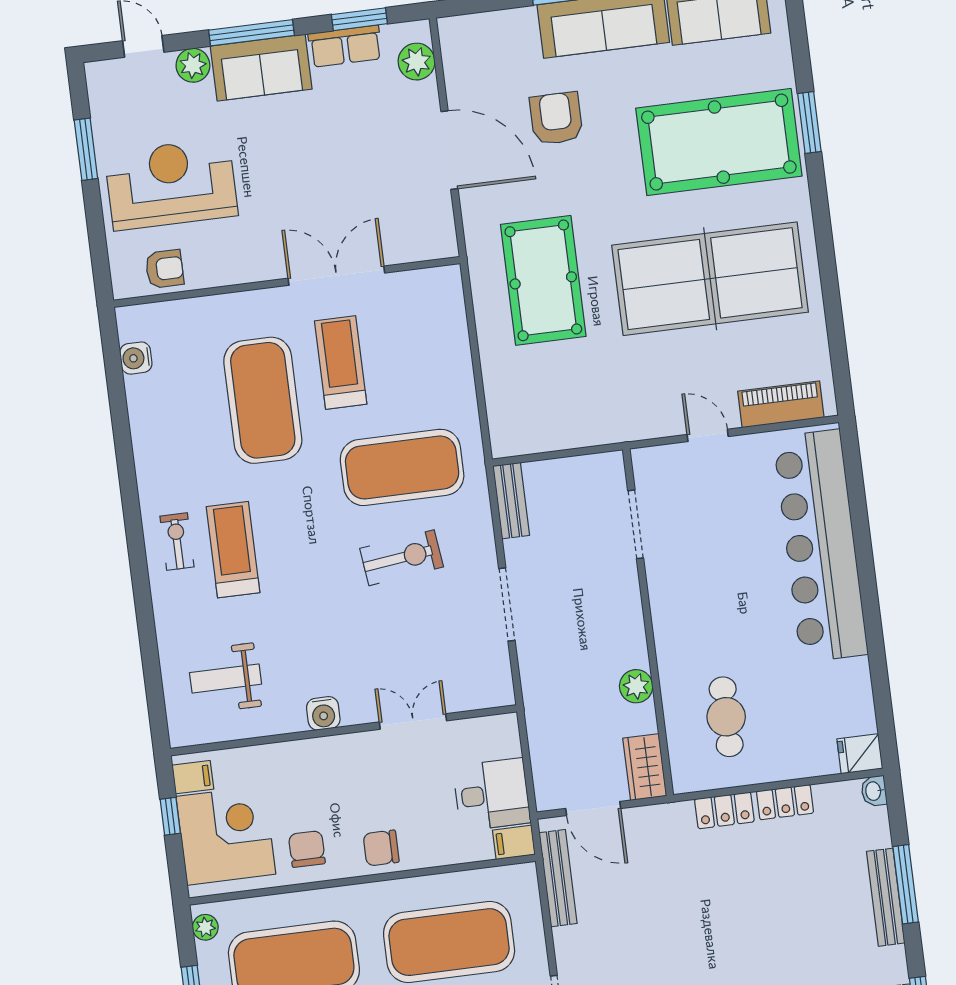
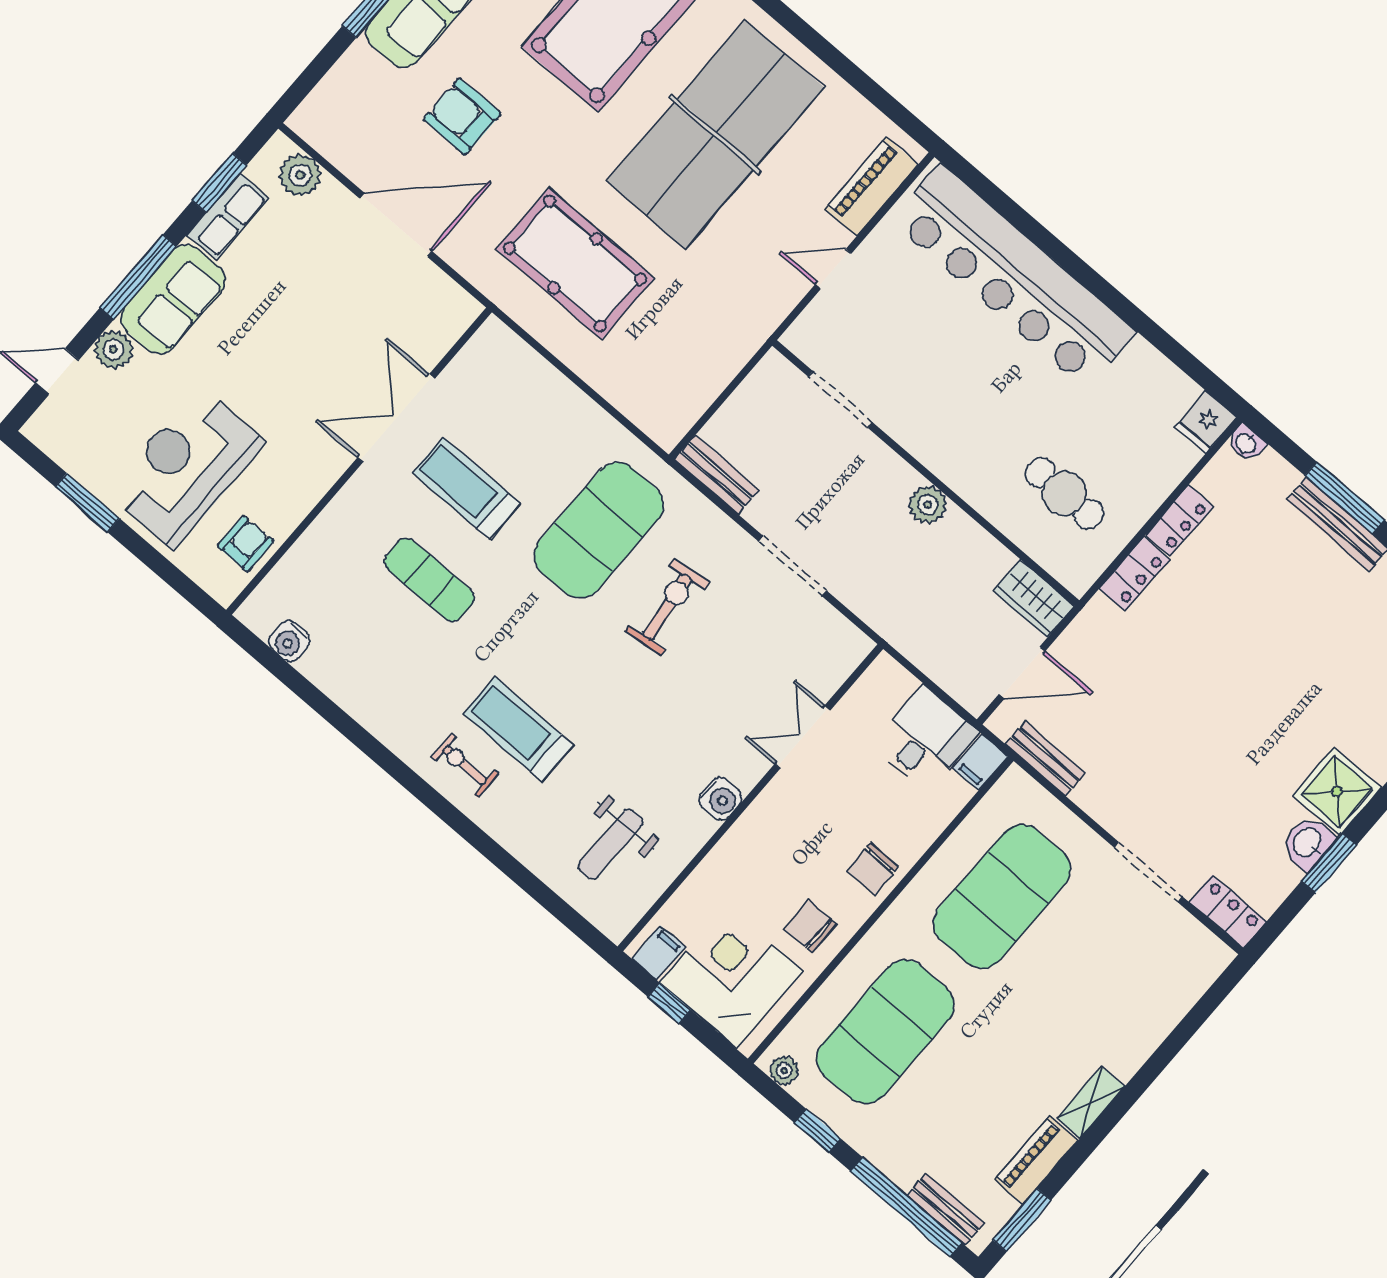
exercise mat: (263, 400) -> (429, 580), width x0.50, depth x0.69
plant: (636, 686) -> (928, 505), moved
bench: (558, 878) -> (1045, 759), width x0.73

